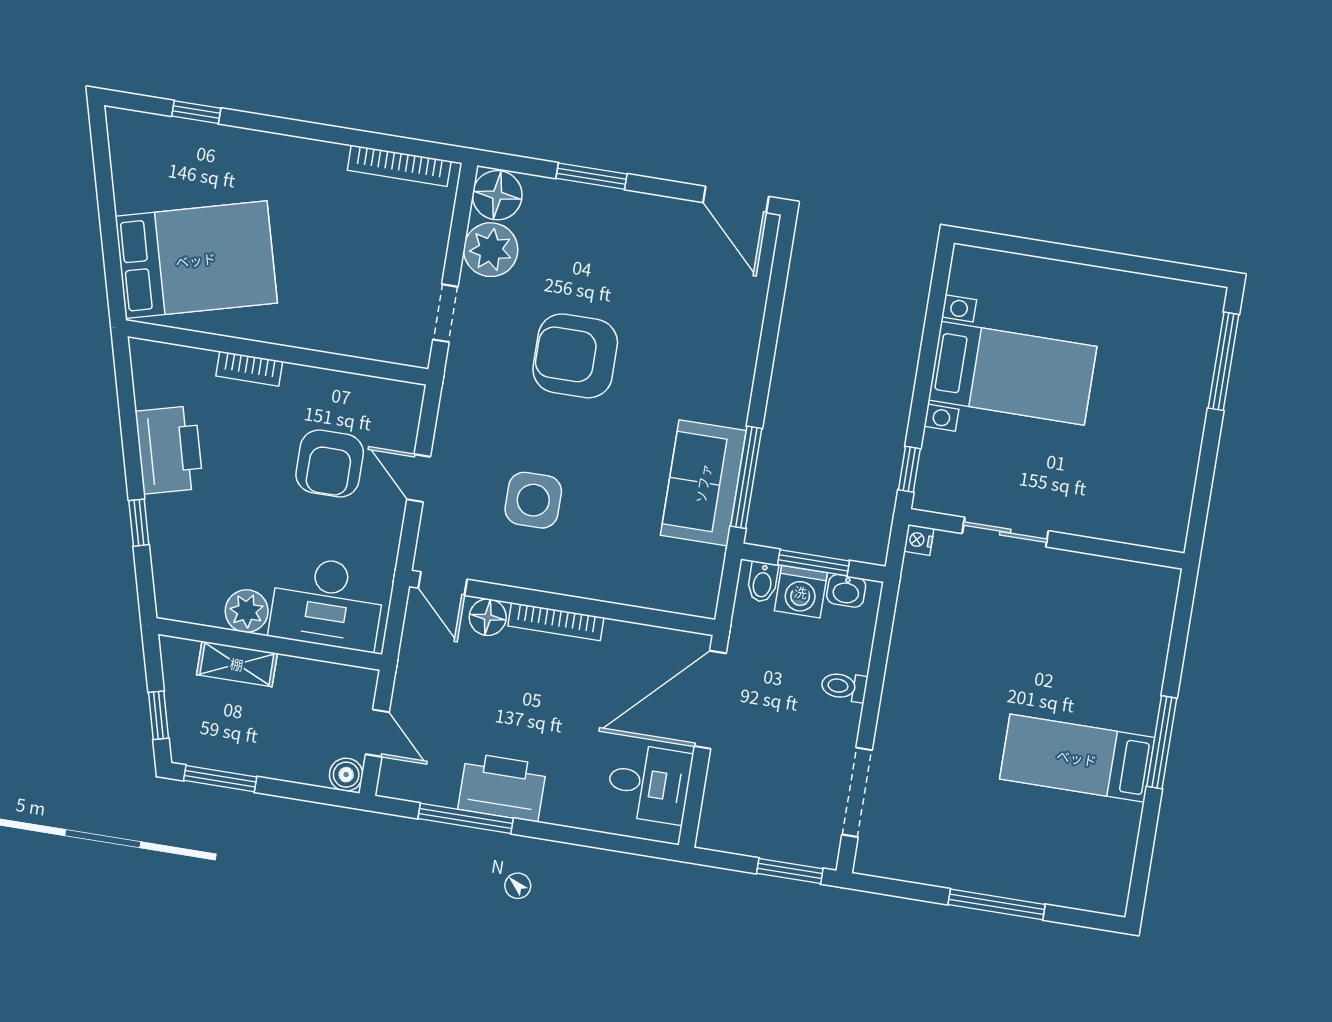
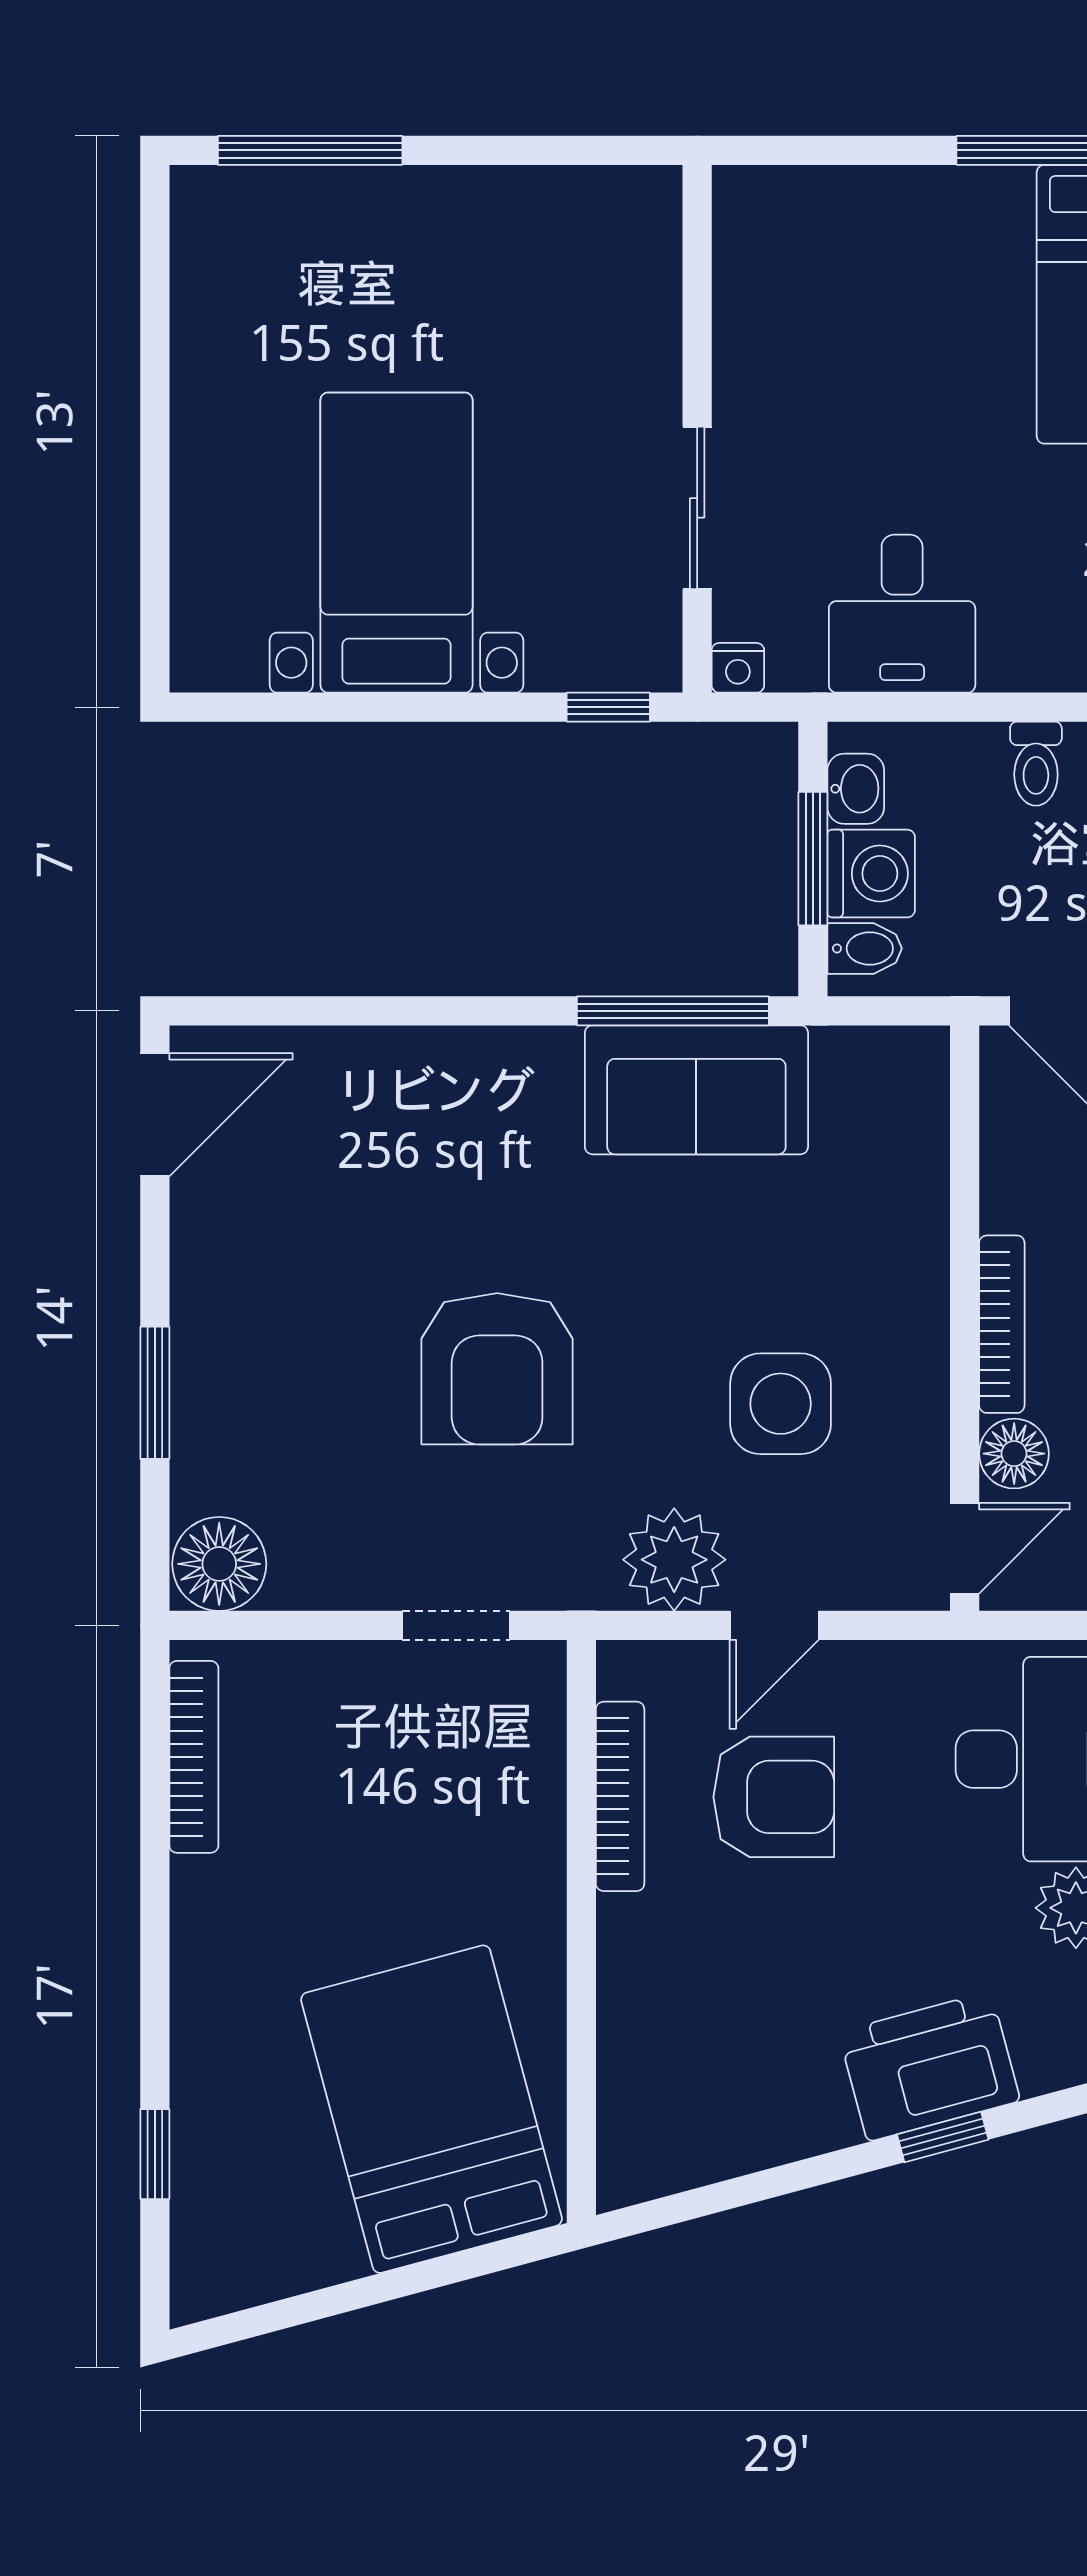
plant: (491, 250) -> (674, 1560), moved
bookcase: (249, 369) -> (620, 1796), moved, width x1.56
printer: (169, 450) -> (929, 2066), moved
desk: (933, 630) -> (902, 614), added

